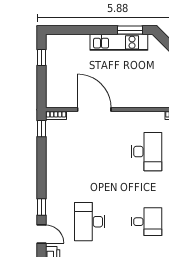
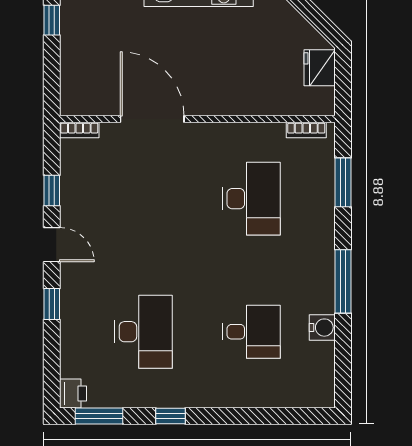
window: (41, 129) -> (52, 190), moved
desk: (90, 222) -> (143, 332), turned 180
door: (41, 234) -> (52, 245), moved

